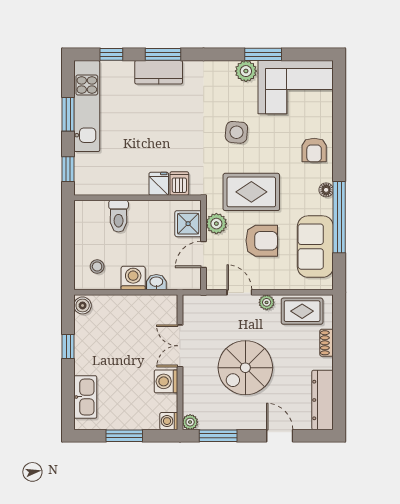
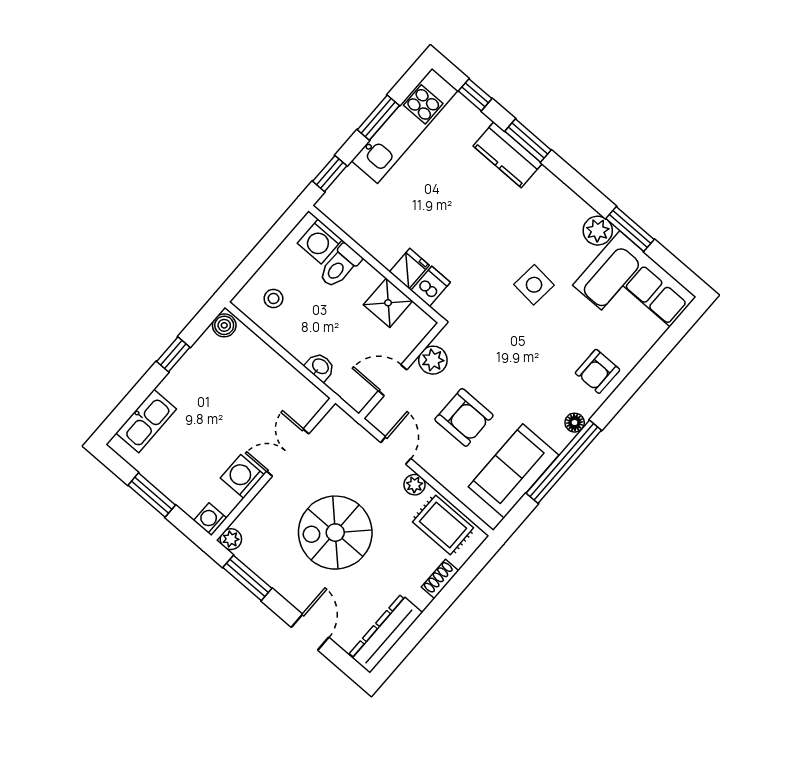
rug: (251, 192) -> (496, 359), removed
shower: (188, 224) -> (388, 303), moved
washing machine: (133, 278) -> (320, 241), moved, turned 180

